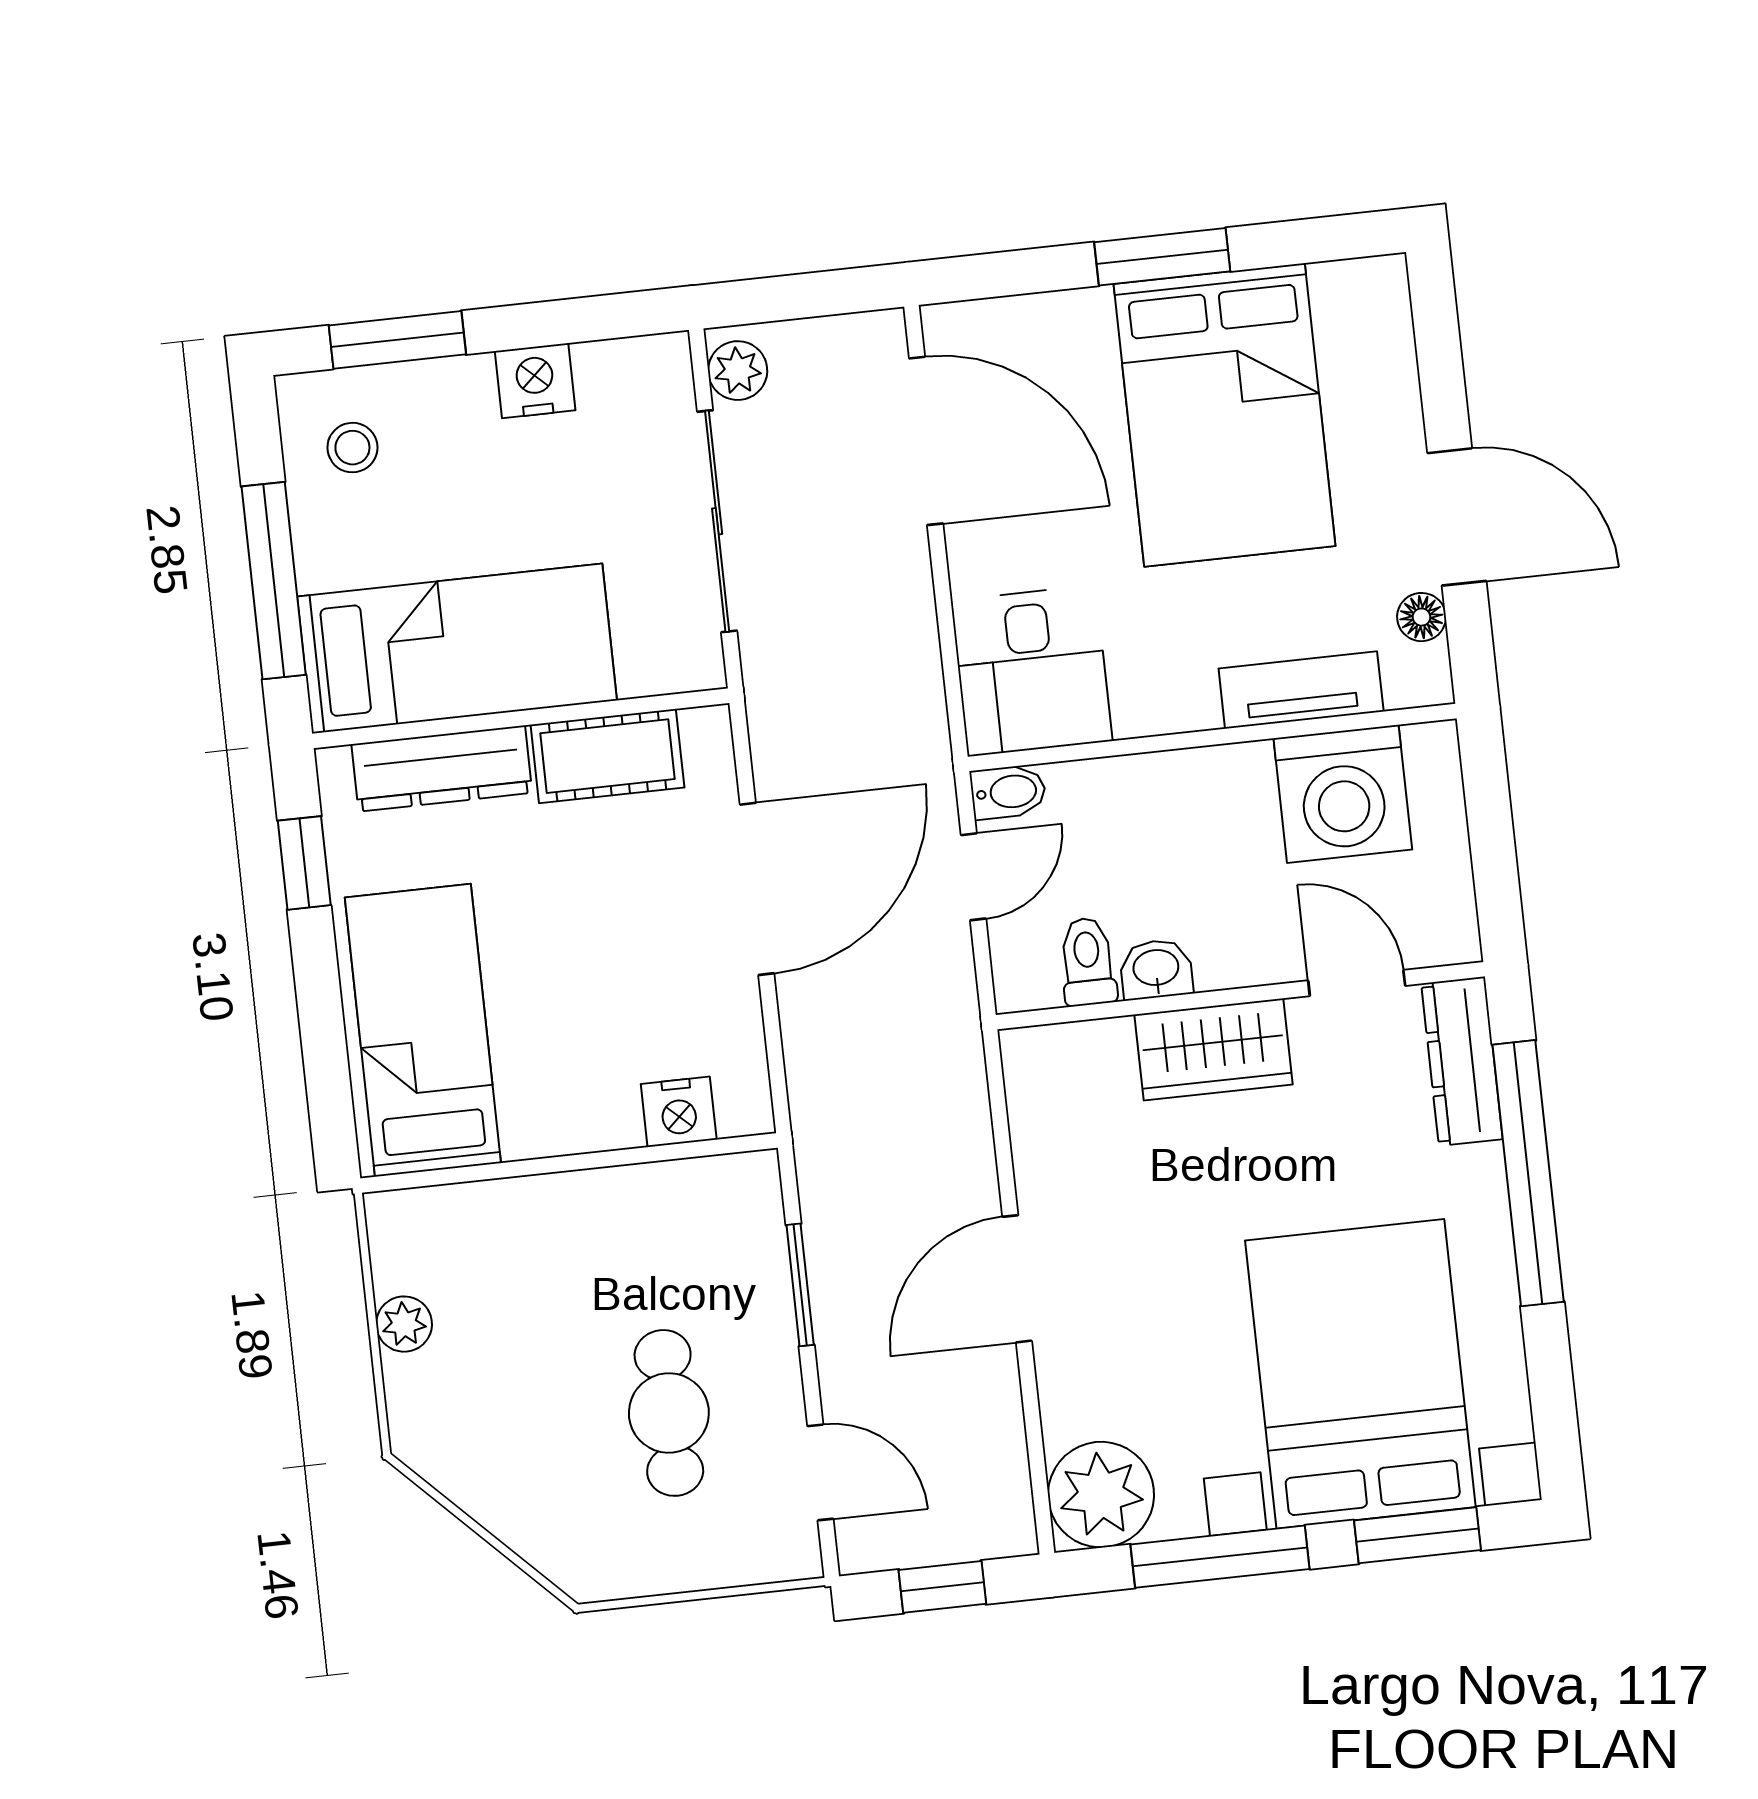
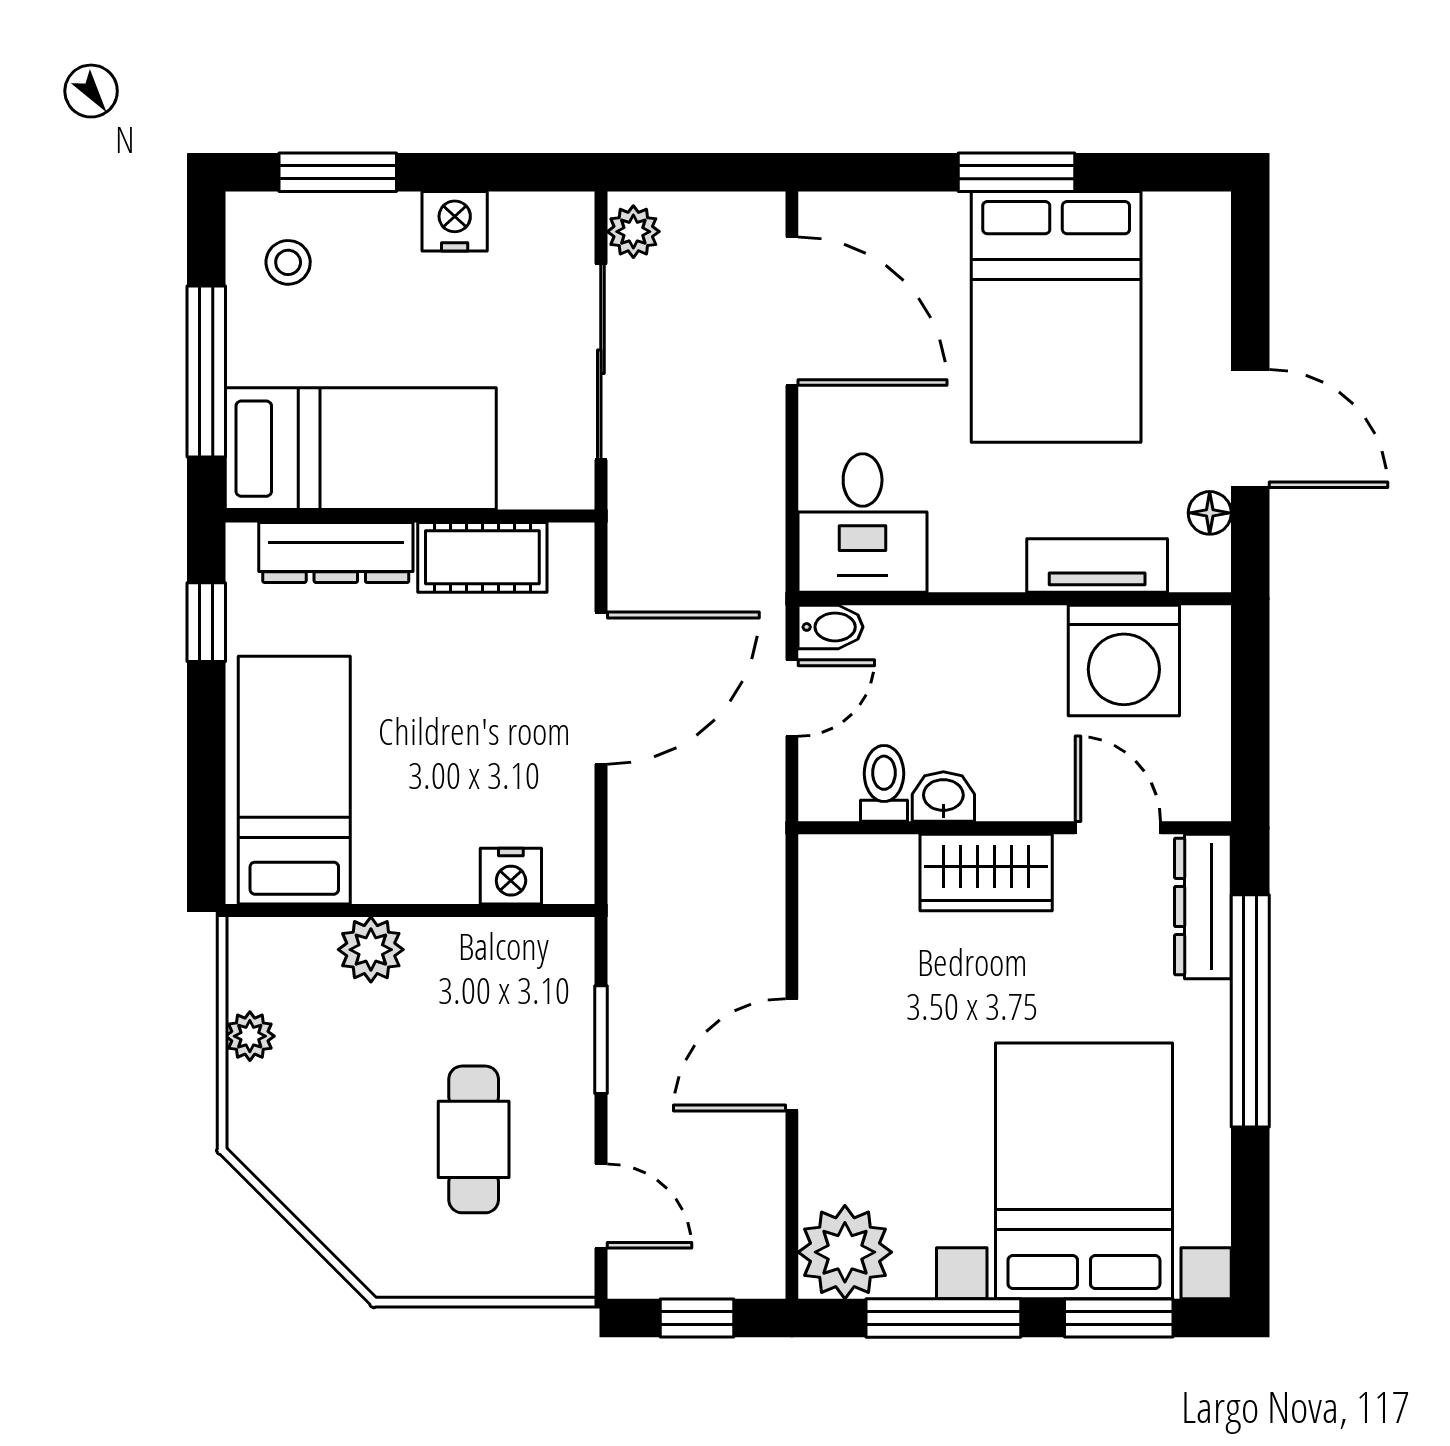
plant: (530, 1212) -> (371, 950), added

